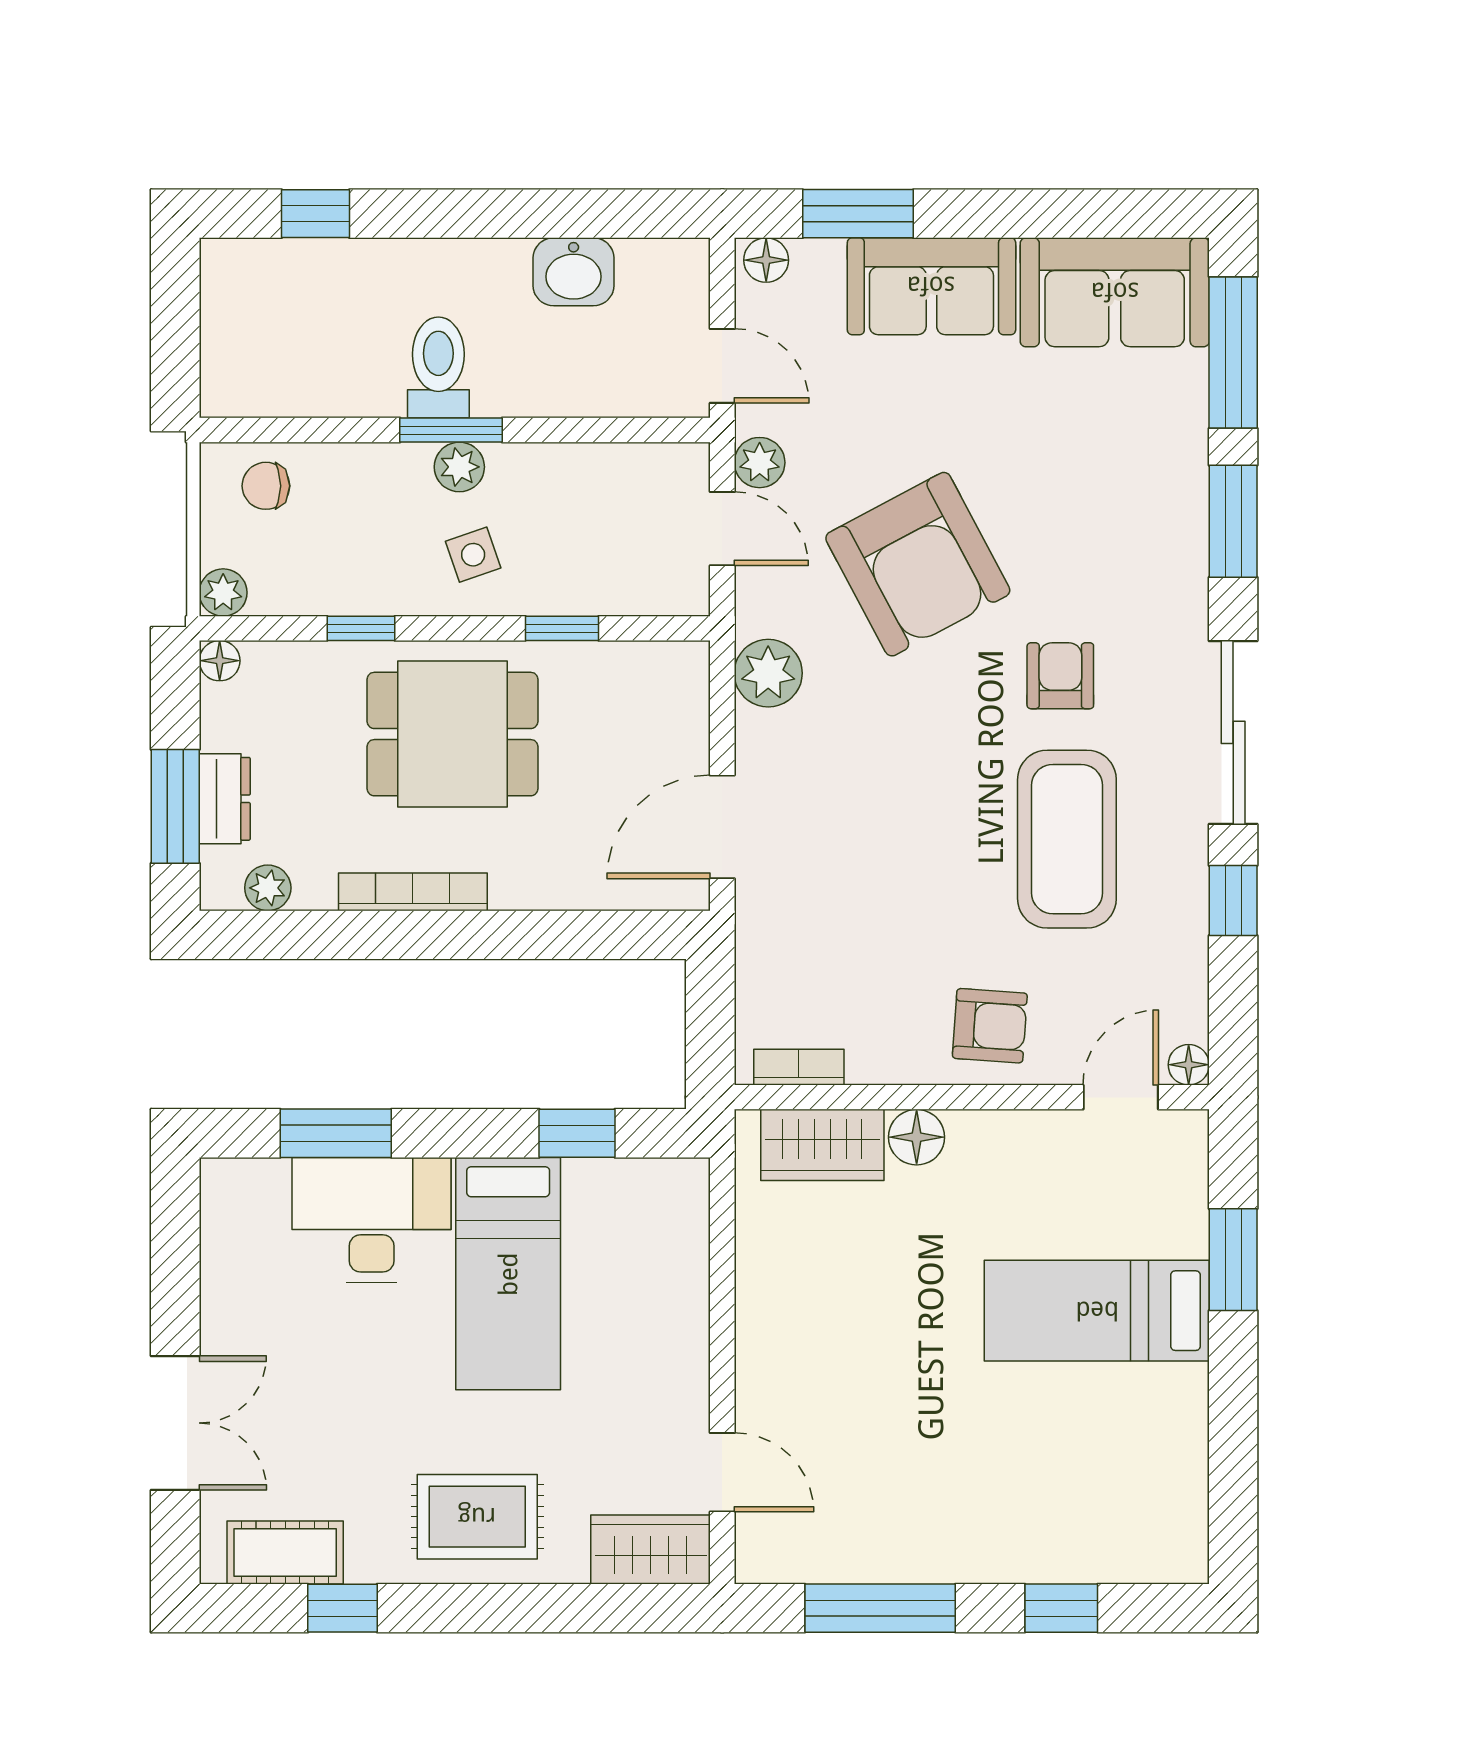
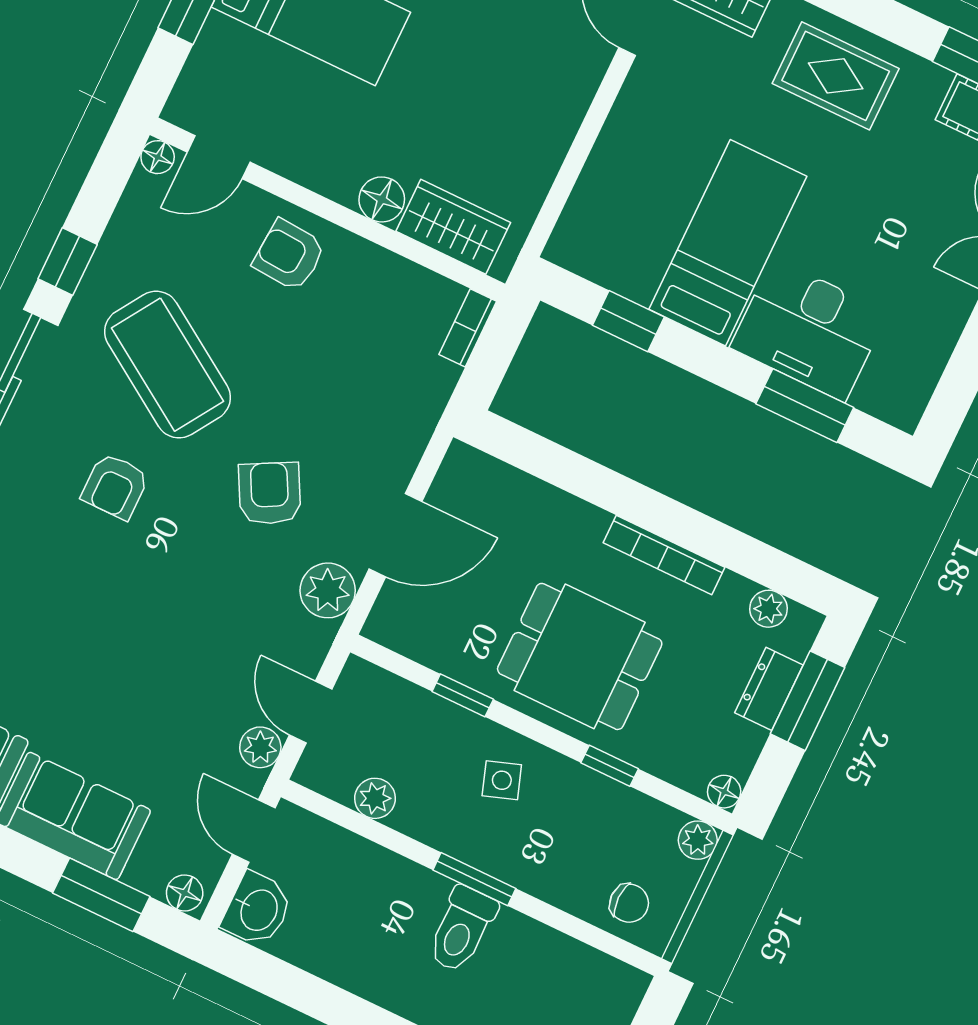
washbasin: (574, 272) -> (258, 909), moved, turned 90
plant: (459, 467) -> (375, 798), moved
armchair: (918, 564) -> (270, 493), moved, width x0.53, depth x0.53
door: (722, 827) -> (395, 535), moved
coffee table: (1067, 839) -> (168, 365), turned -57
bookcase: (799, 1067) -> (468, 328), moved, turned 90

